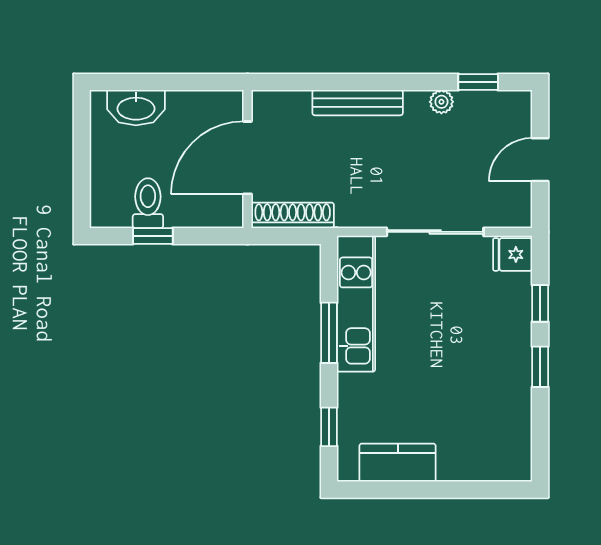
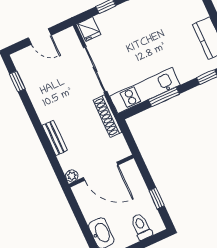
plant: (441, 102) -> (72, 176), moved
bench: (358, 103) -> (55, 138), width x0.73
toilet: (148, 203) -> (141, 227), moved, turned 90
shoe rack: (293, 215) -> (107, 116), moved

